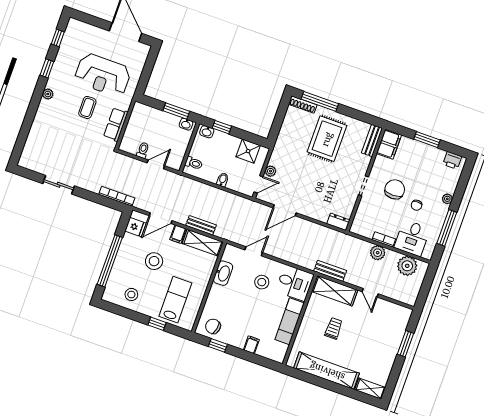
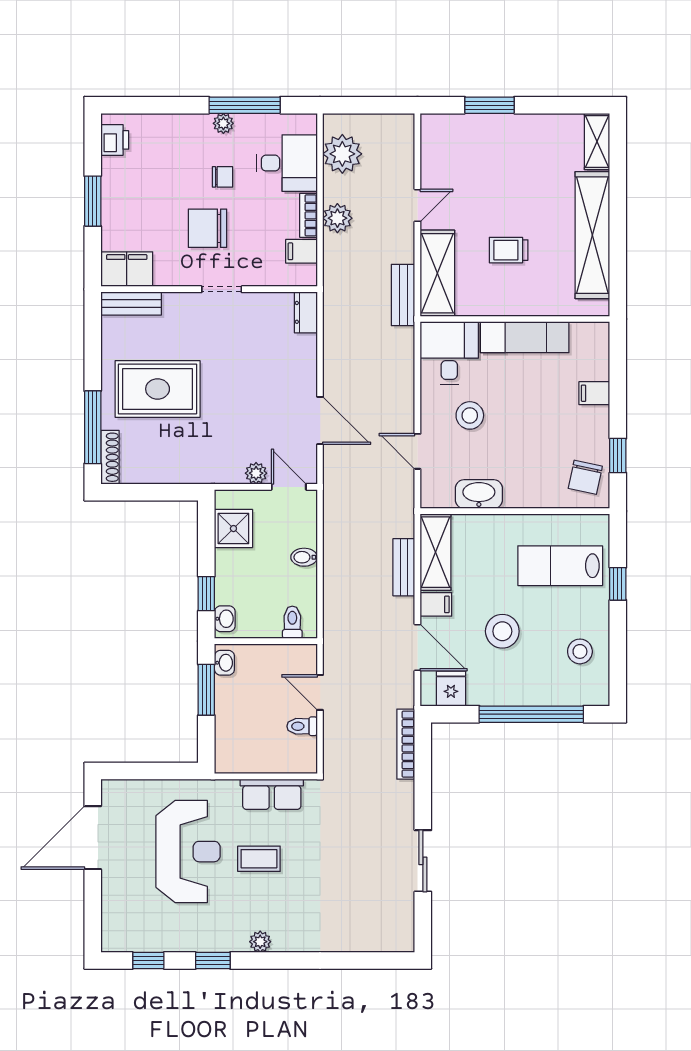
plant: (447, 199) -> (223, 123), moved
filing cabinet: (368, 230) -> (301, 251), added

